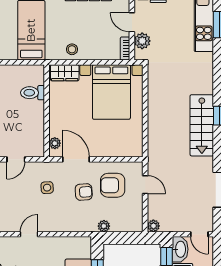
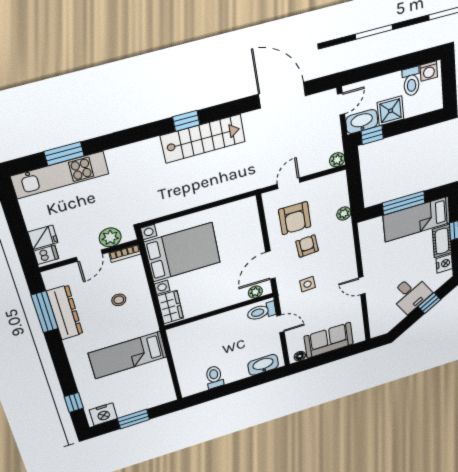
stool: (72, 49) -> (119, 300), moved
toilet: (33, 93) -> (261, 312), moved, turned 90

